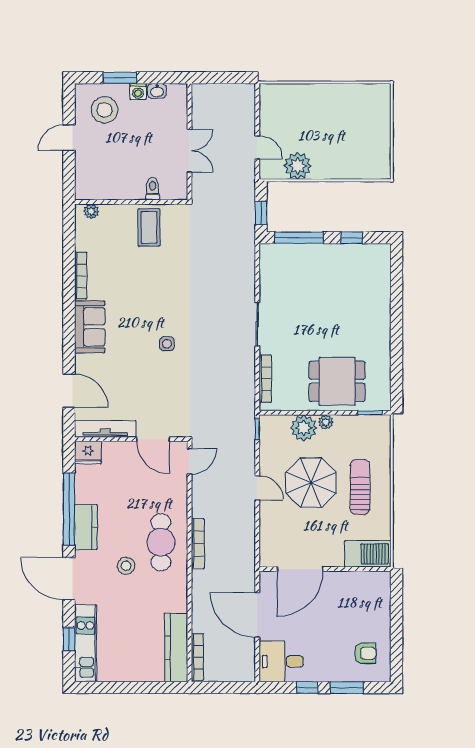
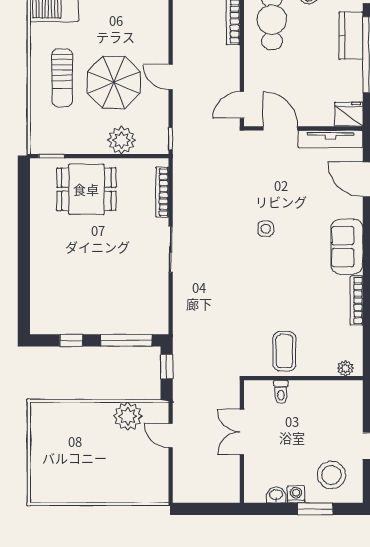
plant: (326, 422) -> (98, 146), removed

